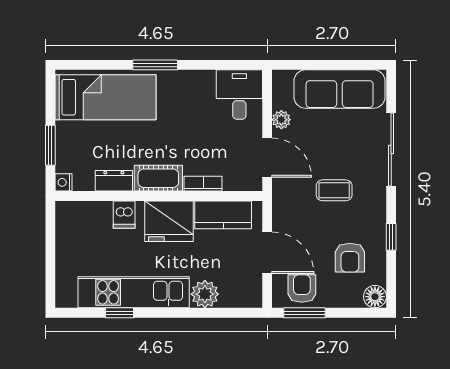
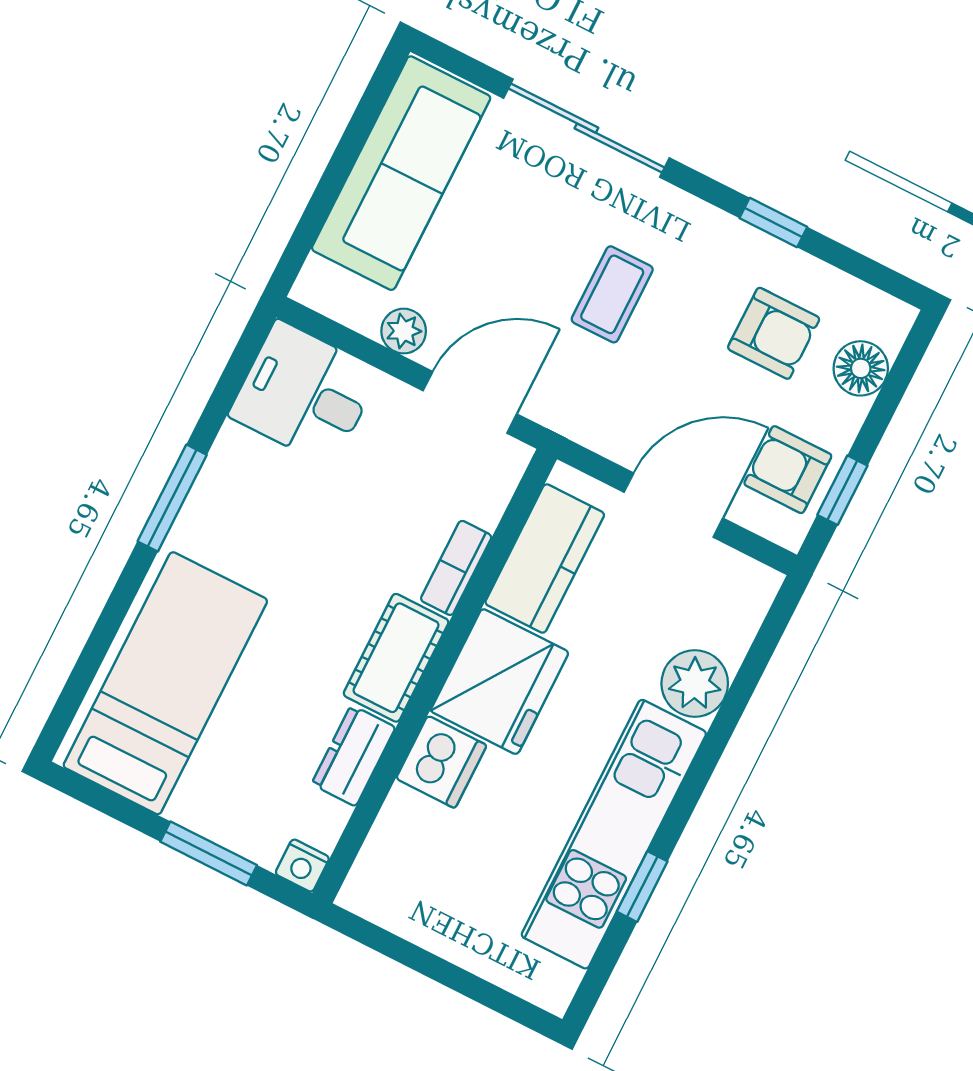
window: (155, 65) -> (172, 498), moved
dishwasher: (124, 215) -> (441, 762), width x1.38
floor lamp: (375, 297) -> (861, 368), moved
window: (304, 313) -> (842, 490), width x0.67

